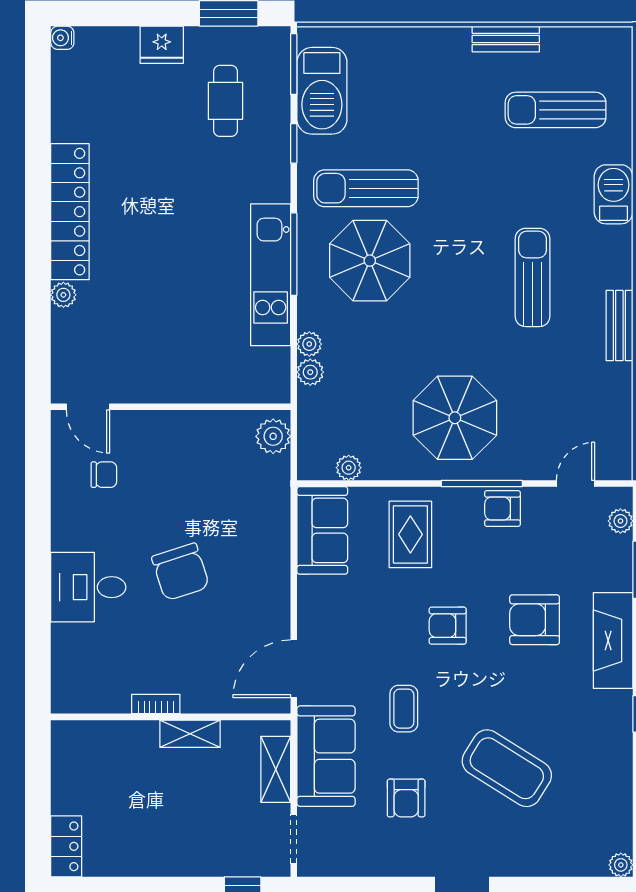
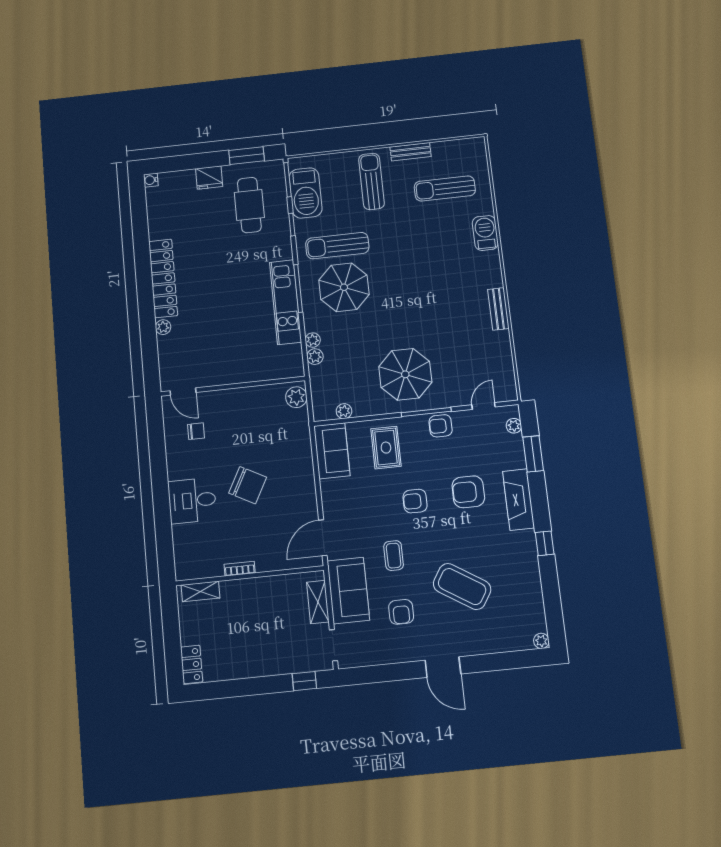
cafe table: (225, 101) -> (249, 205), width x1.37, depth x1.35
sun lounger: (533, 277) -> (371, 181), moved
chair: (181, 572) -> (248, 485), turned -44
shelving: (190, 734) -> (201, 591), moved

